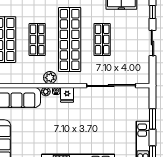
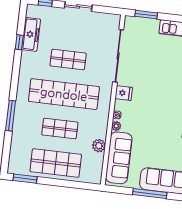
plant: (50, 78) -> (99, 146), moved
fridge: (67, 95) -> (124, 93), moved
window: (152, 119) -> (146, 15), moved

